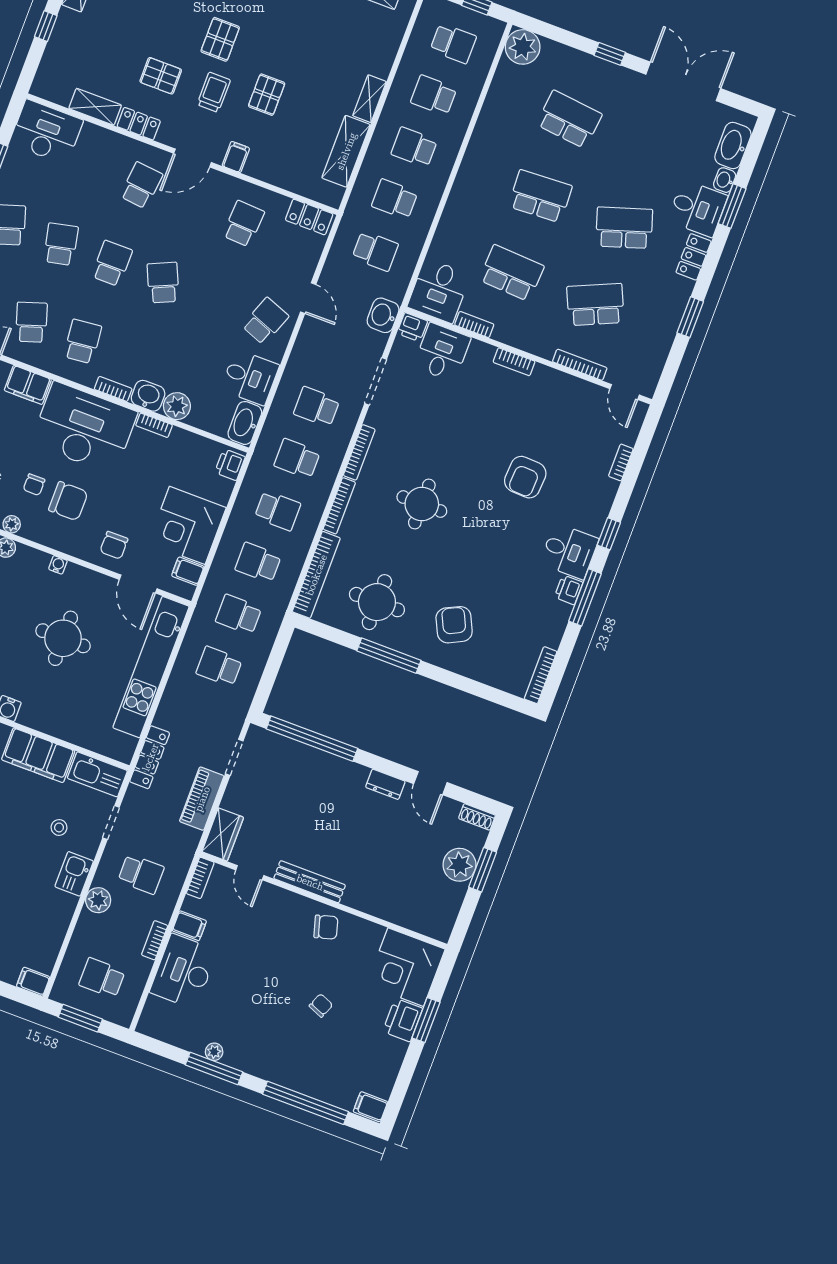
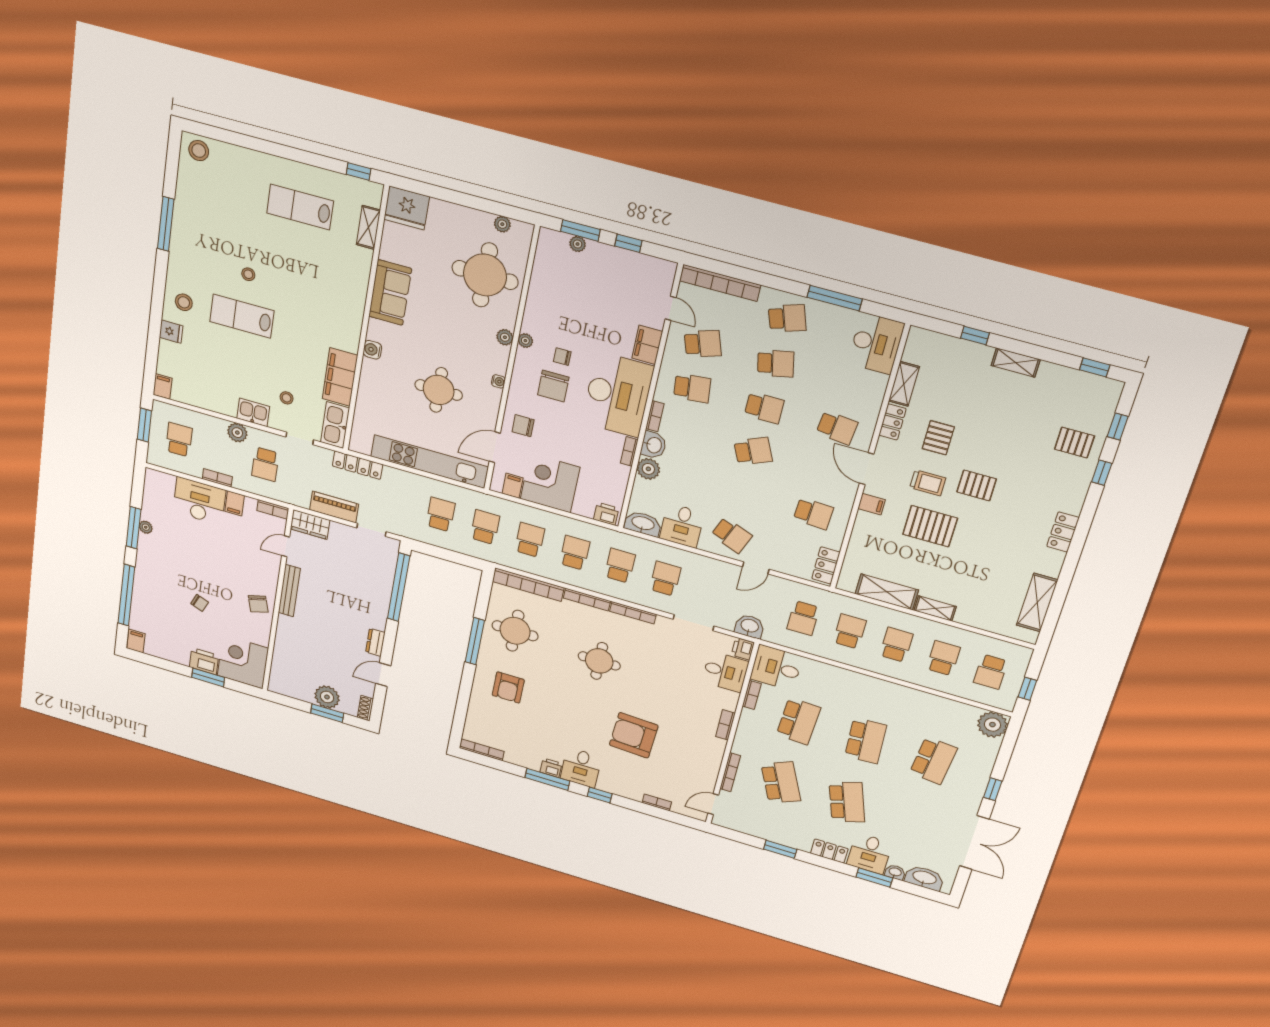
pallet: (267, 95) -> (930, 526), width x1.50, depth x1.42
armchair: (525, 477) -> (634, 735), width x1.36, depth x1.36
school desk: (278, 511) -> (575, 553), turned 180
armchair: (454, 625) -> (508, 688), turned 116

